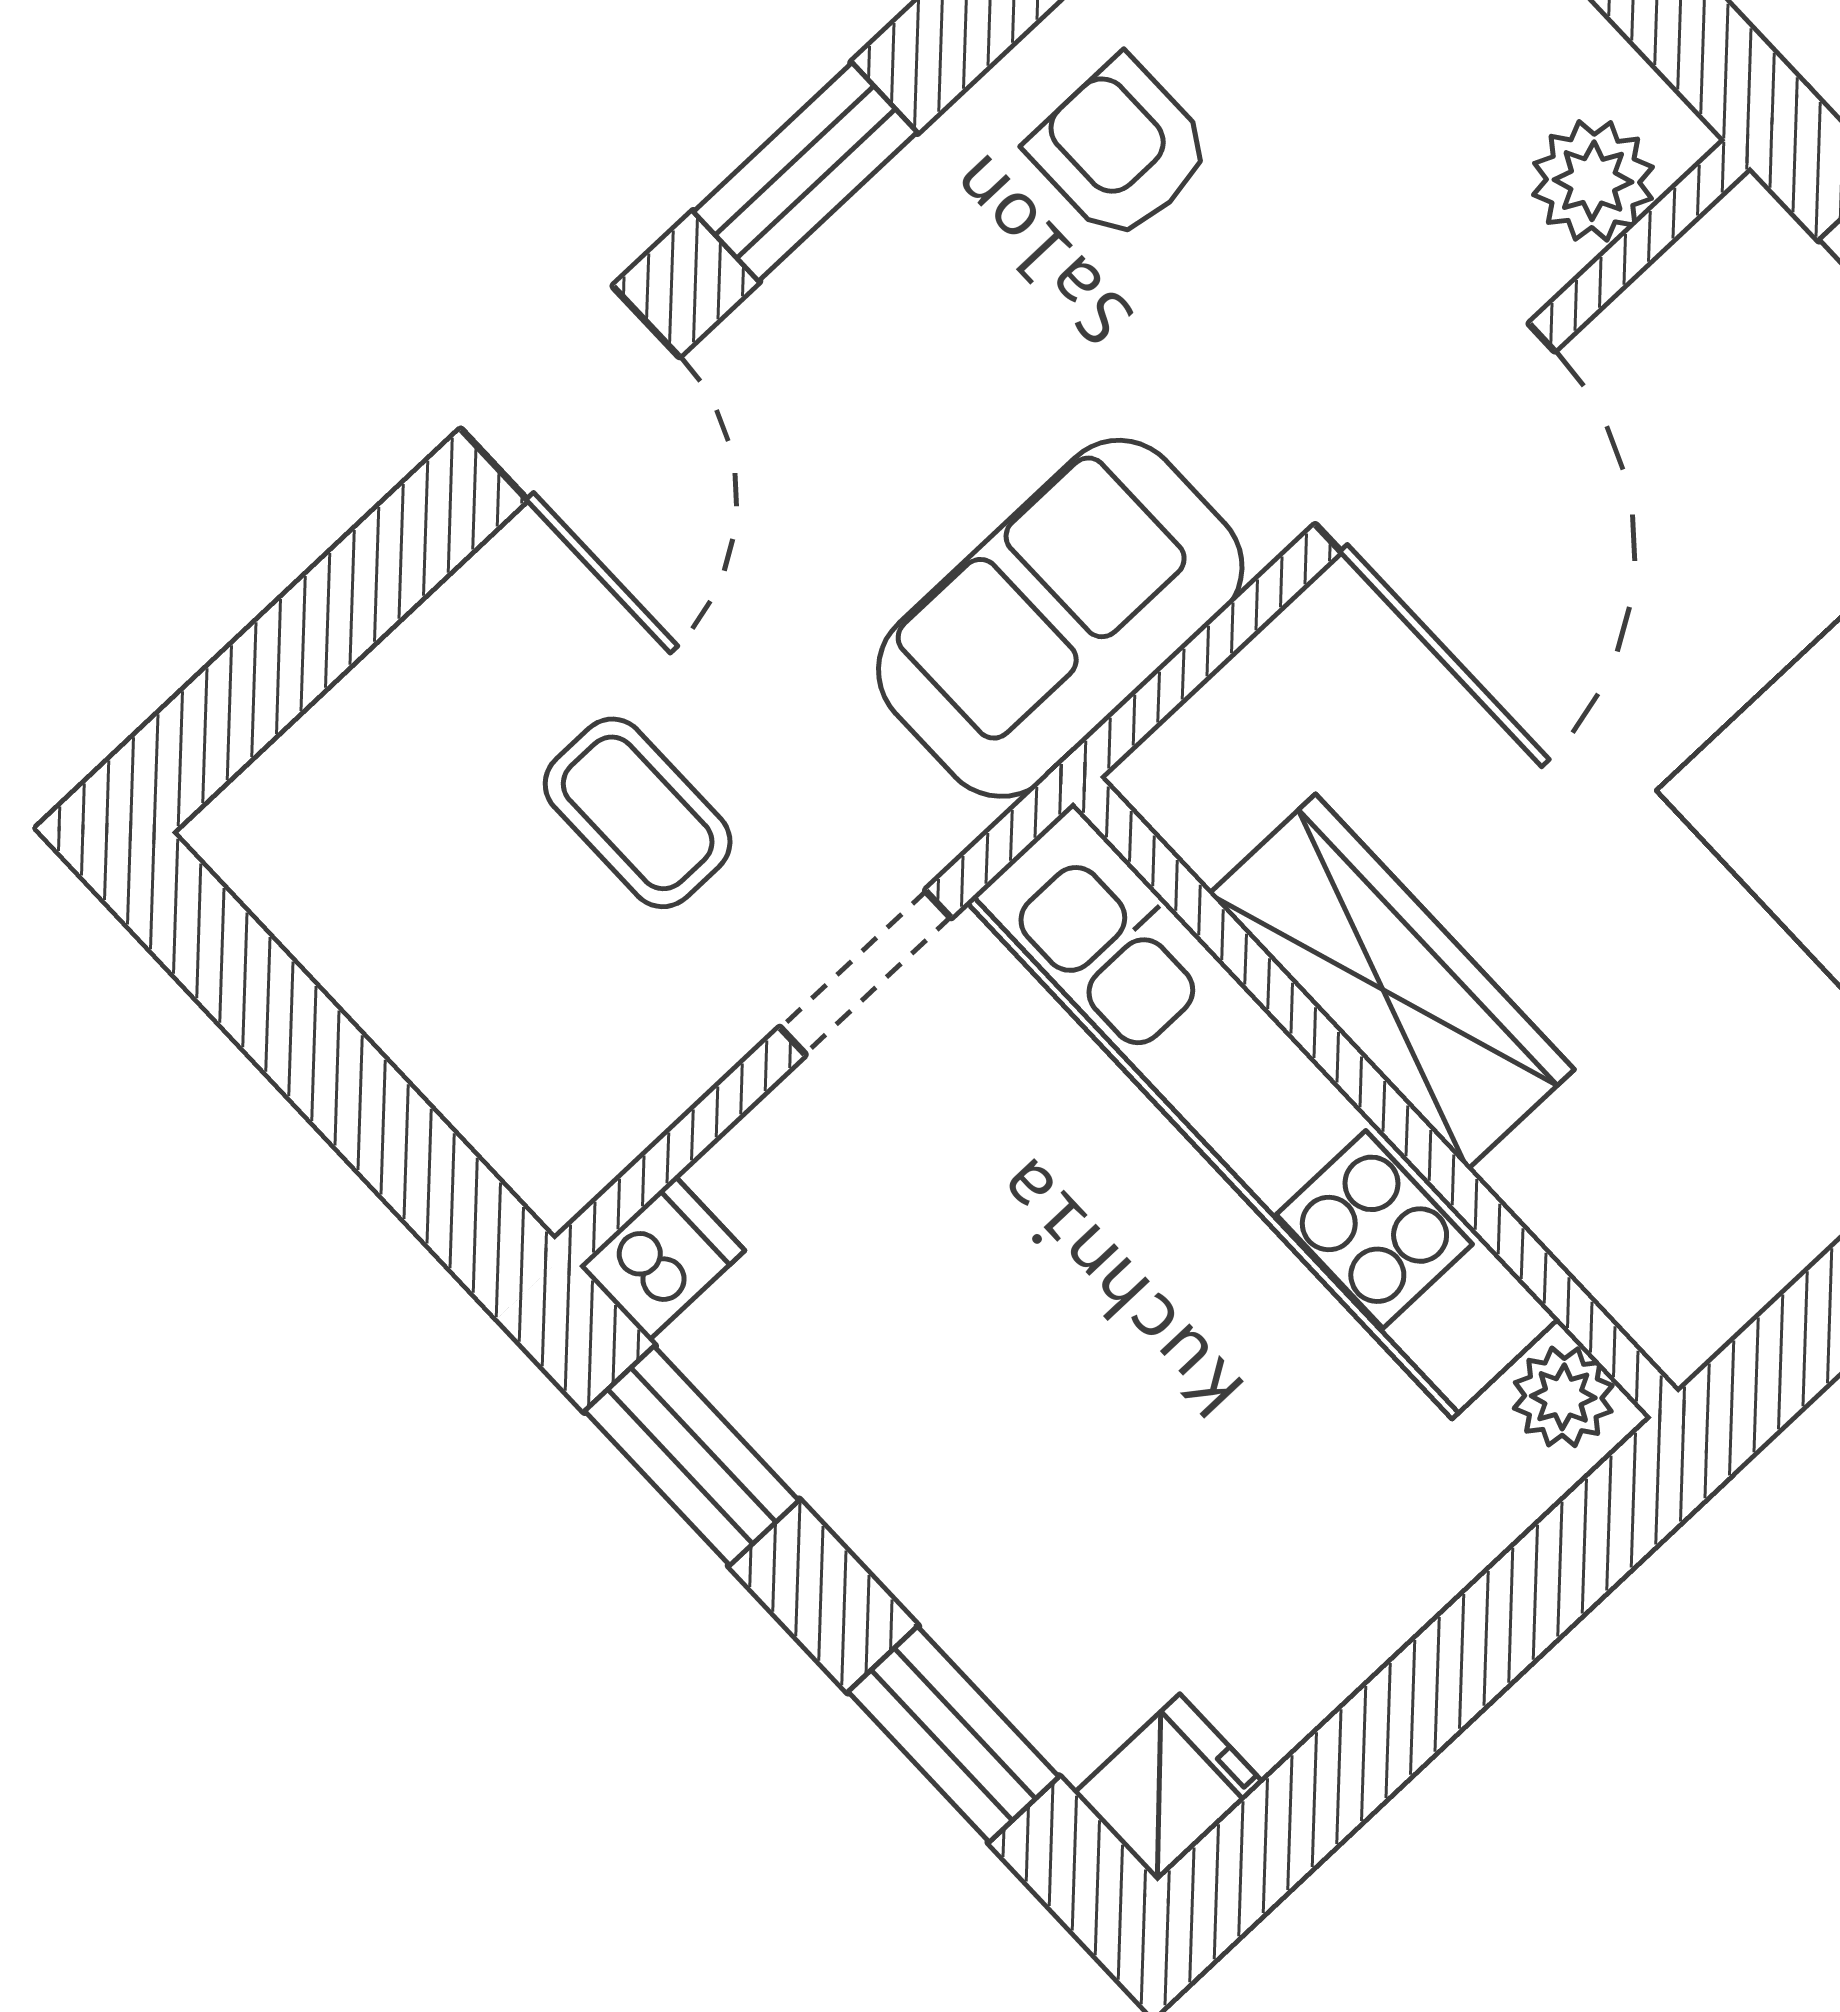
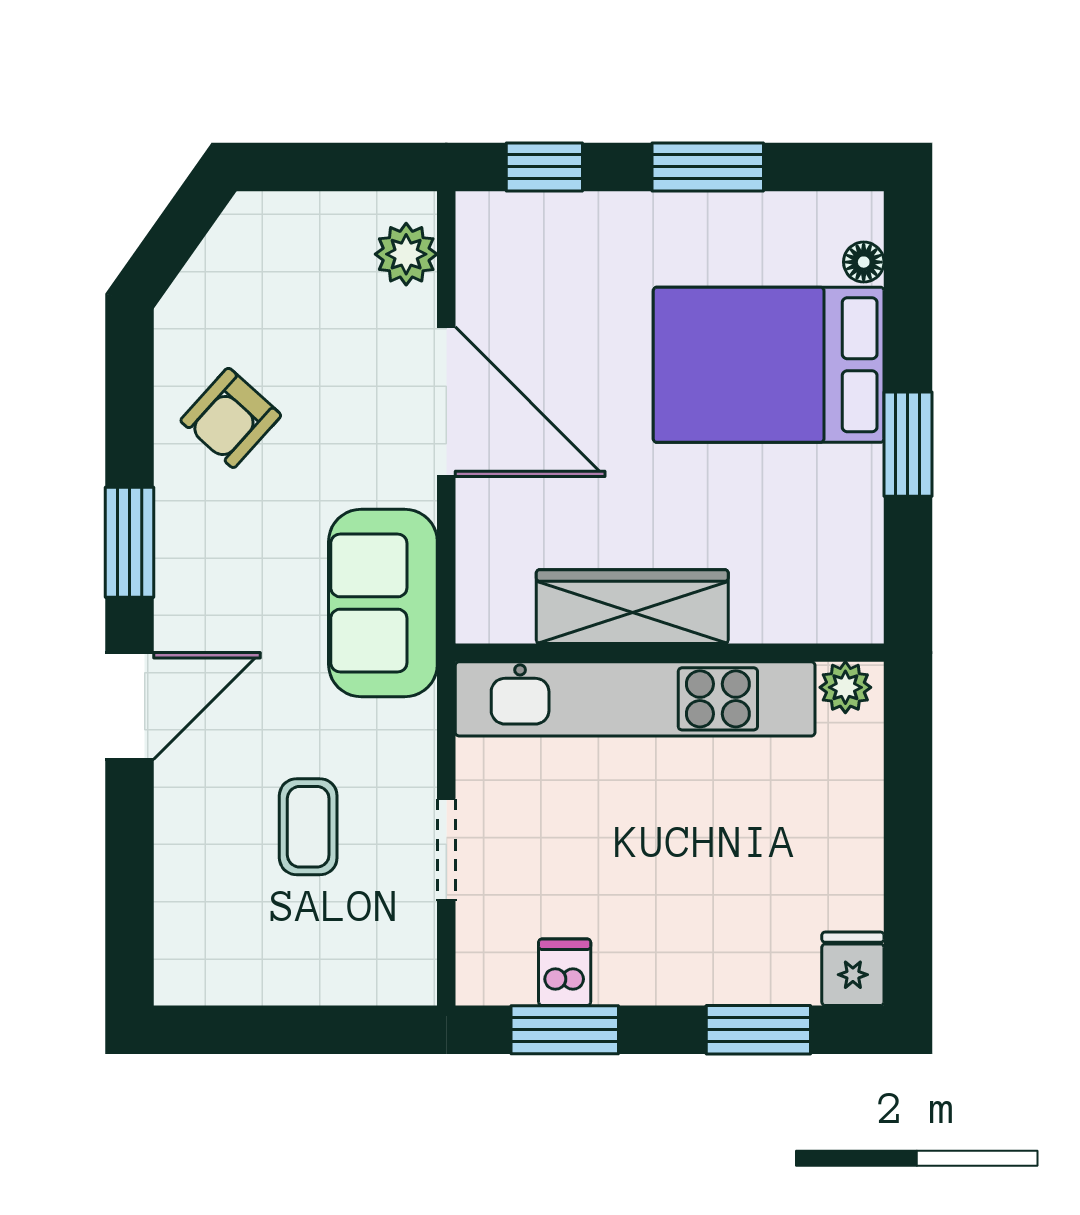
armchair: (1121, 150) -> (231, 418), turned -48
door: (570, 393) -> (129, 706), hinge flipped
coffee table: (638, 813) -> (308, 827), turned 90
doorway: (865, 973) -> (446, 850), moved
dishwasher: (662, 1258) -> (565, 972), moved

